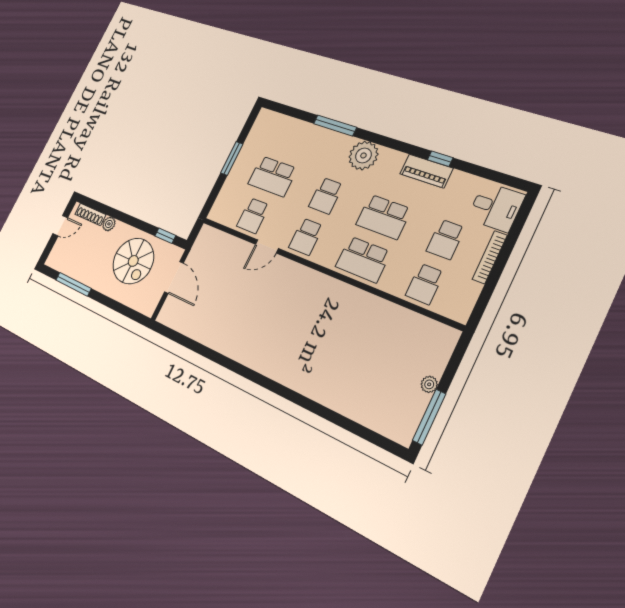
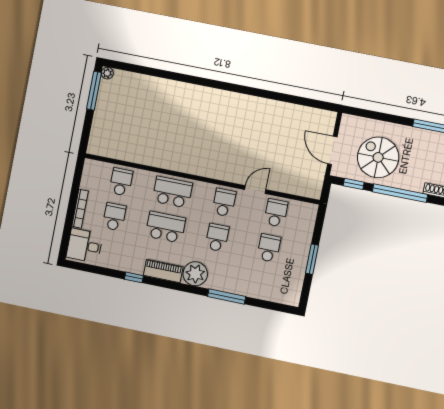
piano: (426, 171) -> (163, 271), moved
school desk: (272, 176) -> (269, 248), width x0.54
window: (126, 219) -> (400, 193), added
plant: (109, 224) -> (417, 186), removed
plant: (429, 384) -> (107, 73), moved

